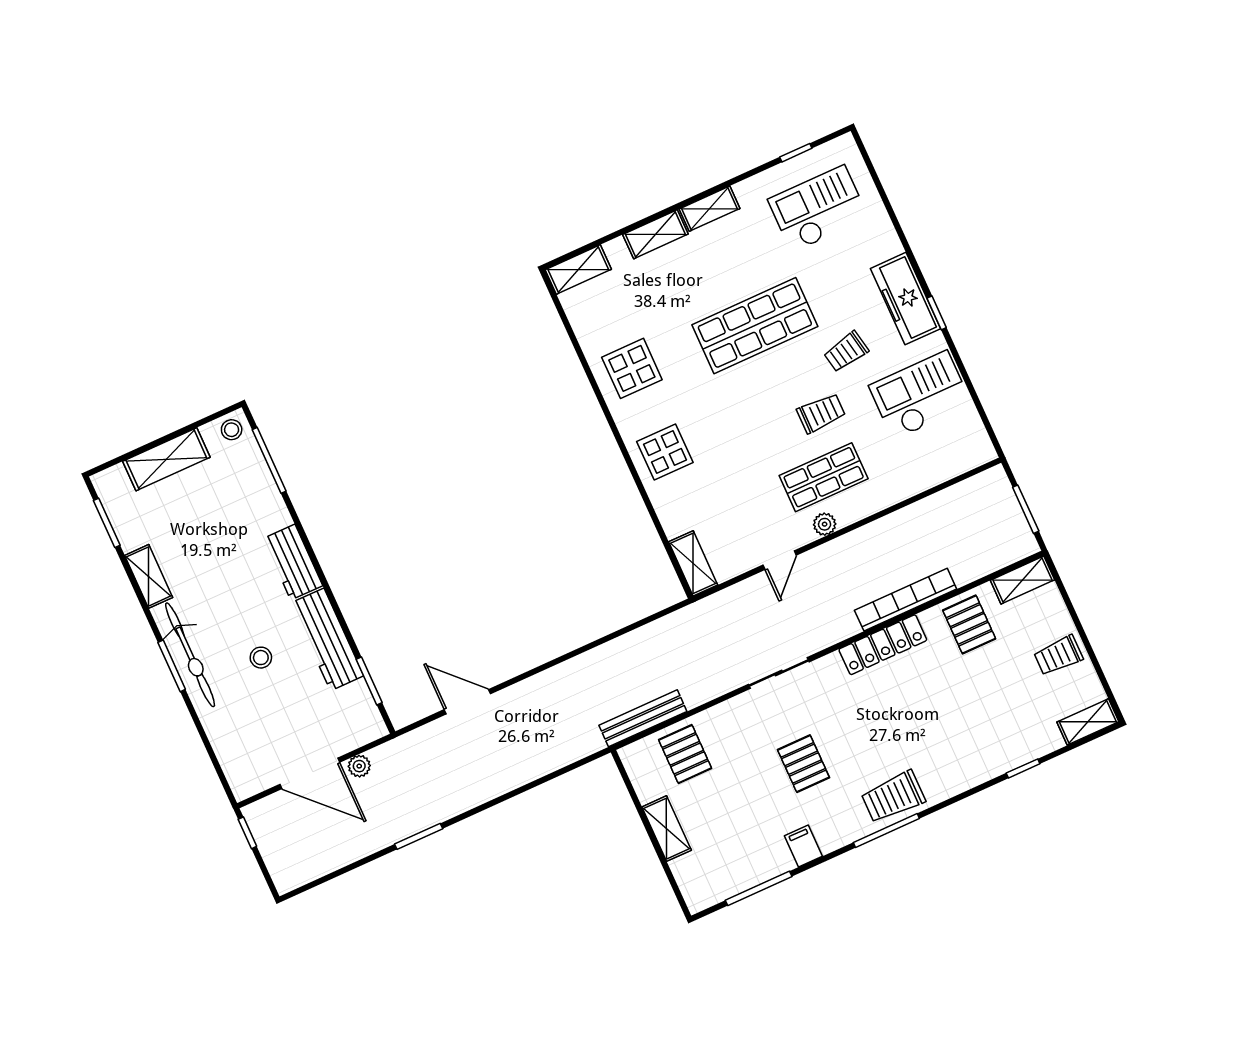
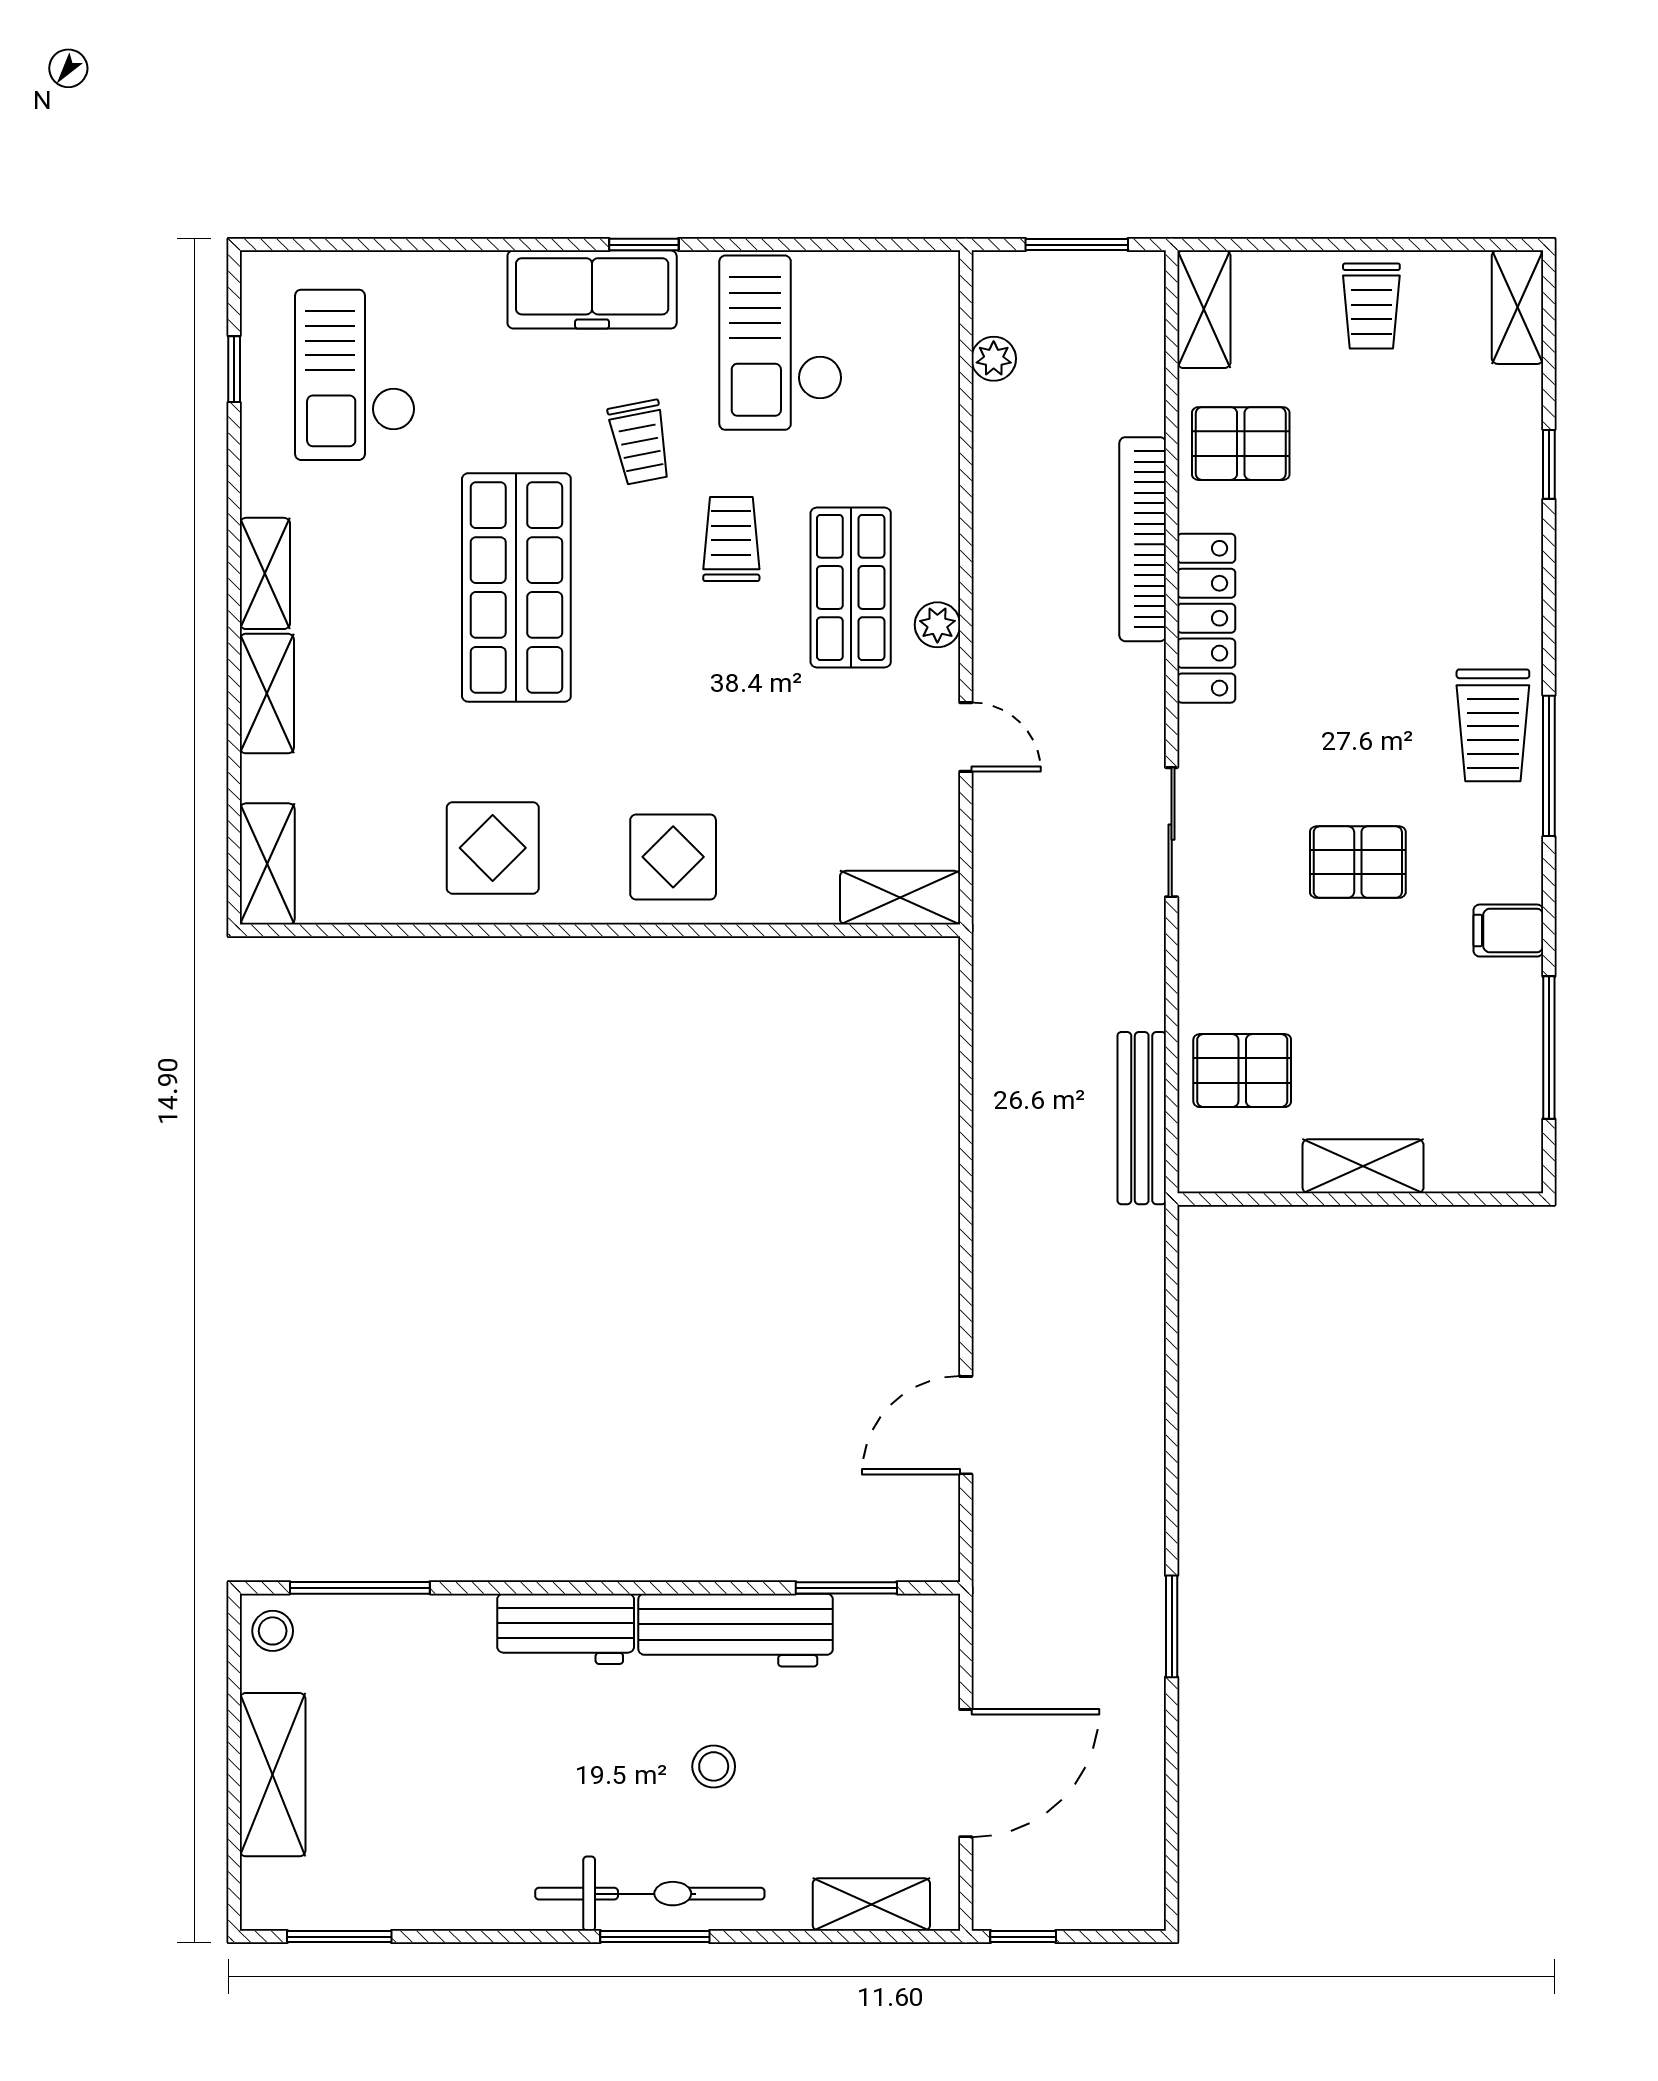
shelving: (149, 576) -> (871, 1904), moved
plant: (359, 766) -> (994, 359), moved

